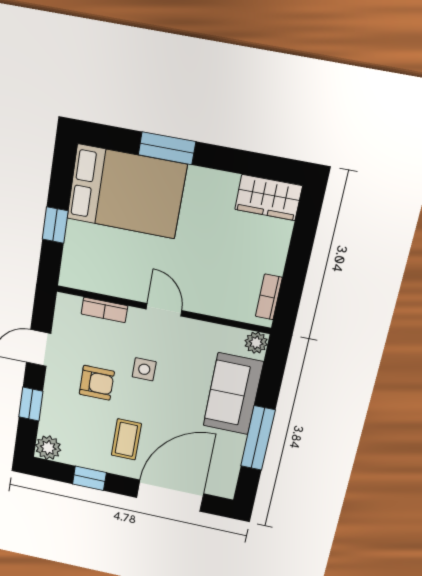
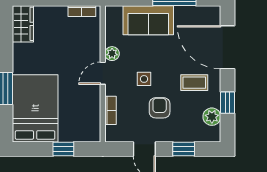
plant: (256, 343) -> (112, 54), moved
plant: (48, 448) -> (212, 117), moved

